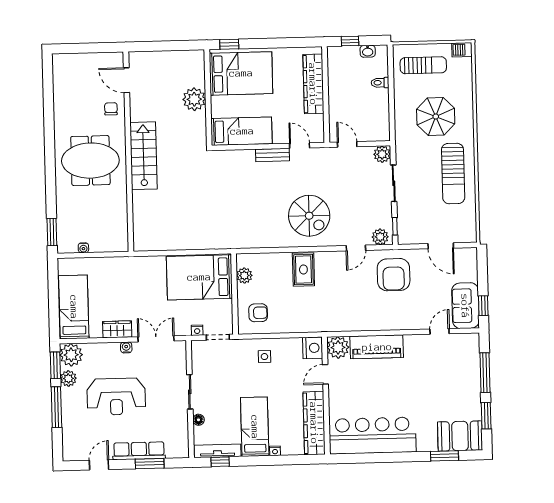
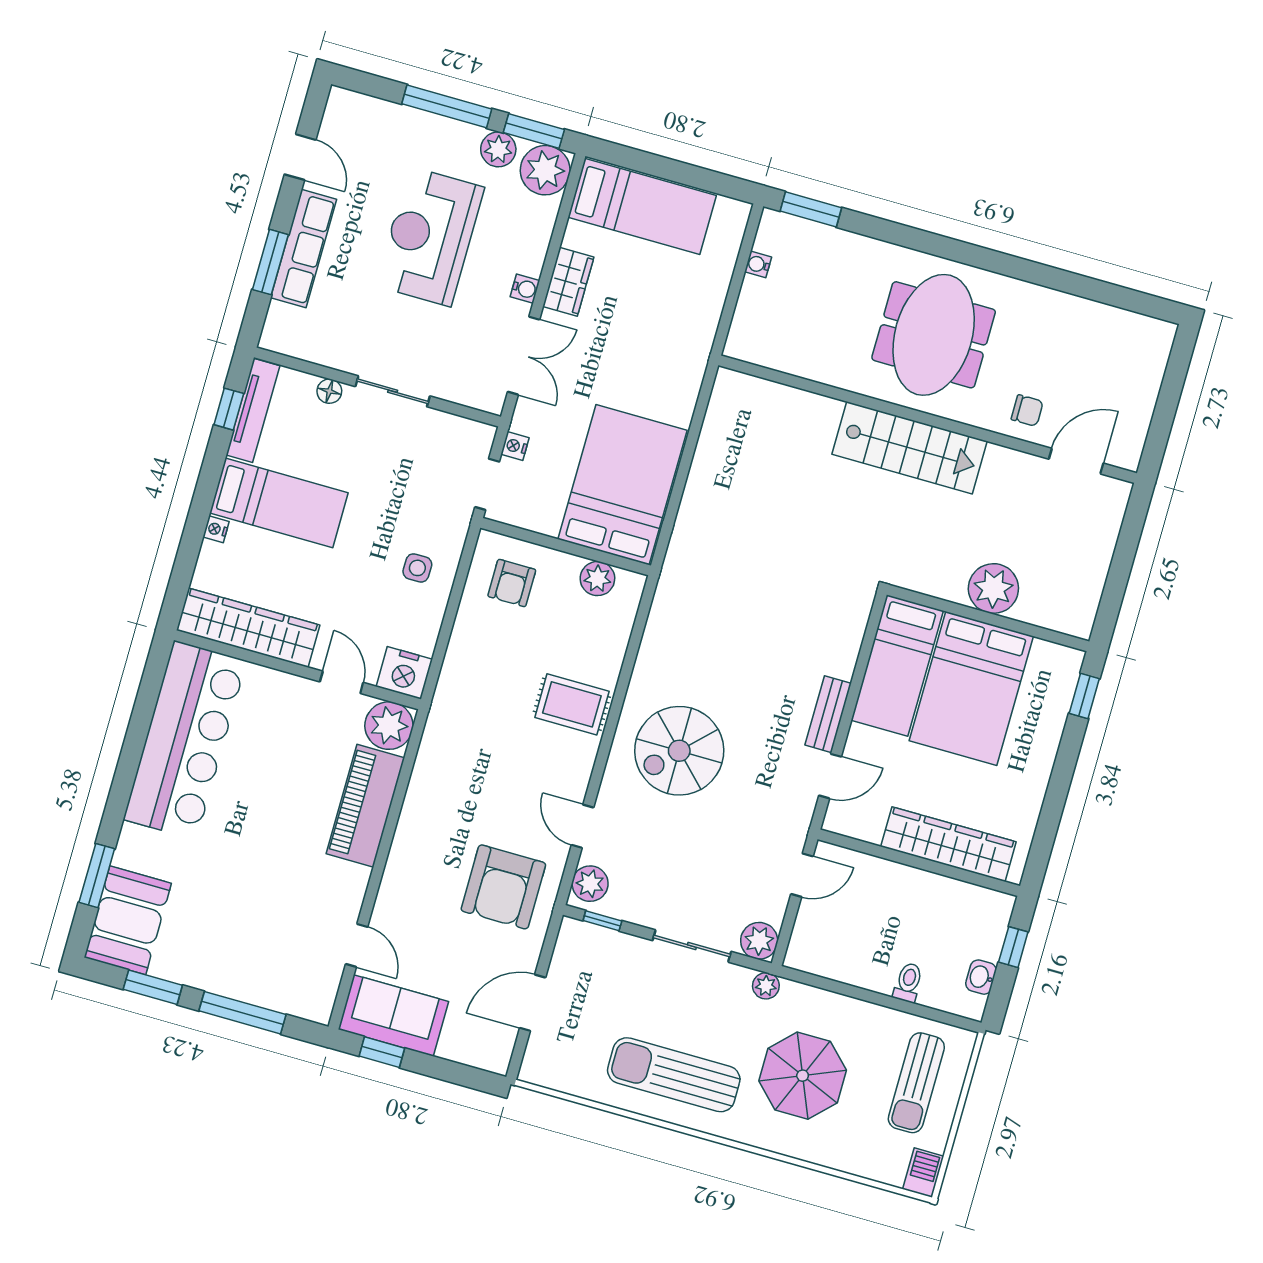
bed: (241, 73) -> (971, 688), moved
plant: (401, 145) -> (766, 986), added
armchair: (394, 275) -> (503, 887), turned -90

